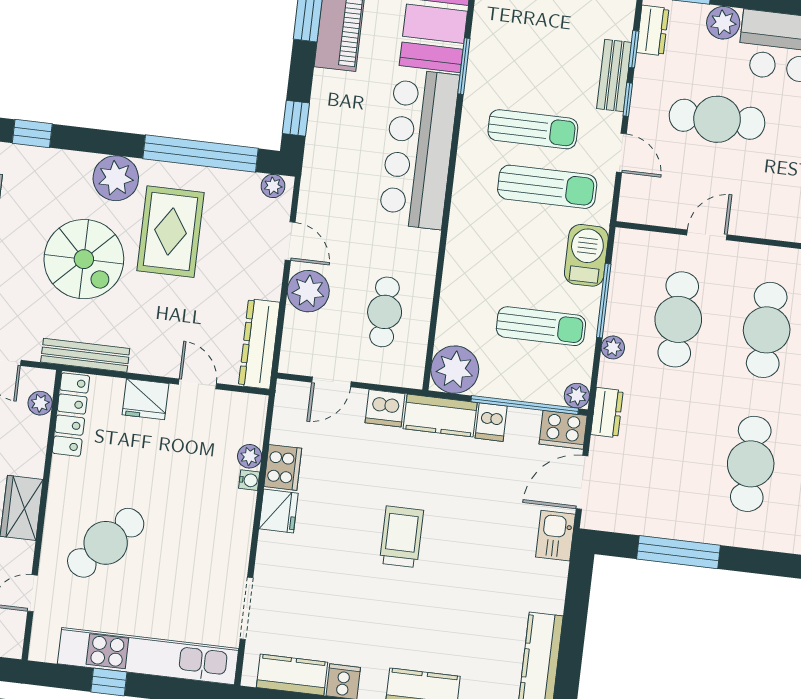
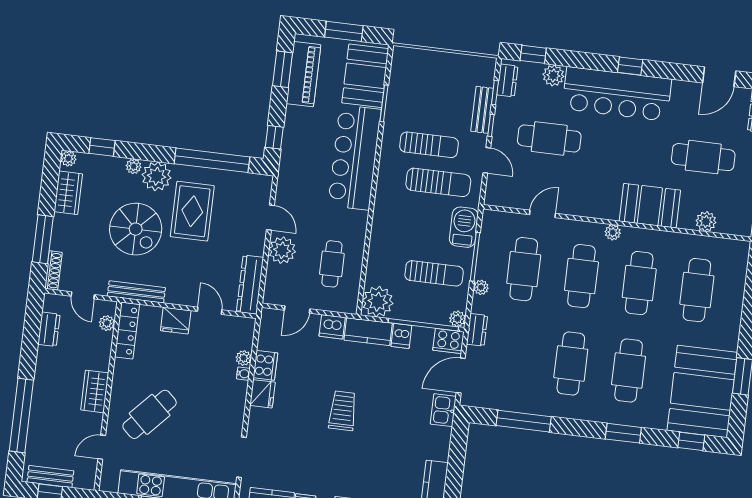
plant: (273, 186) -> (134, 166), moved

